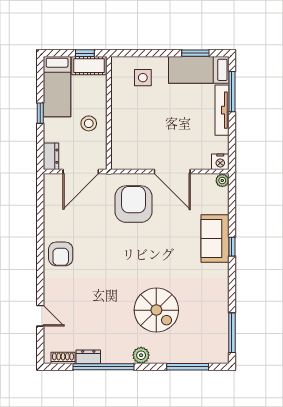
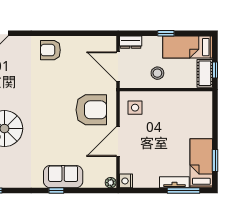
side table: (143, 78) -> (135, 108), moved
tv unit: (222, 110) -> (174, 182), width x0.71

